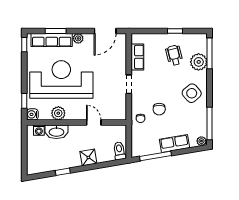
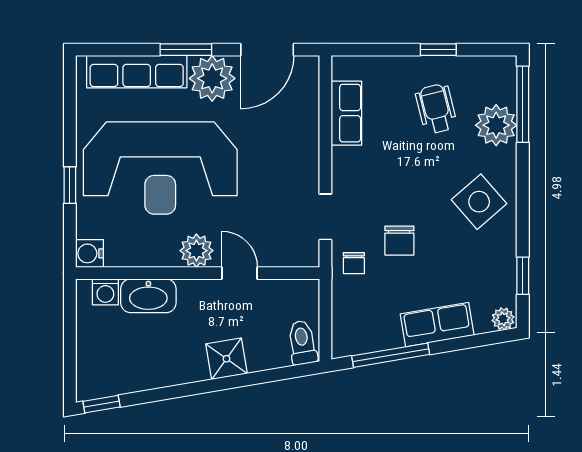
window: (56, 31) -> (186, 50), moved
plant: (78, 38) -> (212, 78), width x1.88, depth x1.88
window: (24, 45) -> (70, 83), removed
reception desk: (61, 79) -> (160, 168), turned 180
doorway: (129, 84) -> (325, 217), moved
window: (24, 101) -> (70, 185), moved
plant: (58, 113) -> (196, 251), moved
window: (210, 123) -> (523, 276), width x0.46
window: (63, 172) -> (101, 404), moved

